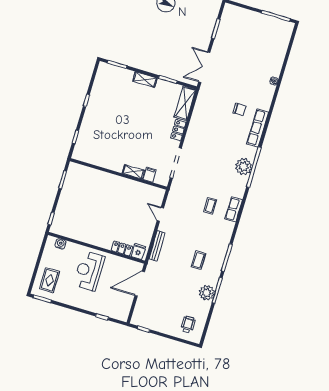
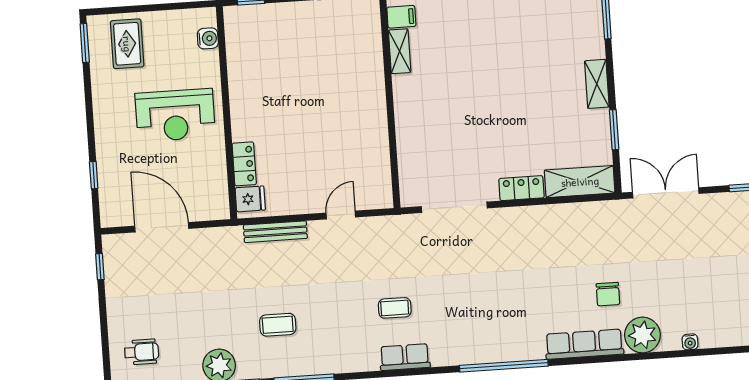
plant: (244, 167) -> (642, 335), moved
shelving: (133, 172) -> (400, 51), moved
filing cabinet: (149, 175) -> (401, 17), moved
reception desk: (89, 271) -> (175, 115), turned 180
rug: (50, 280) -> (127, 44), turned 90
door: (140, 284) -> (162, 227), moved

